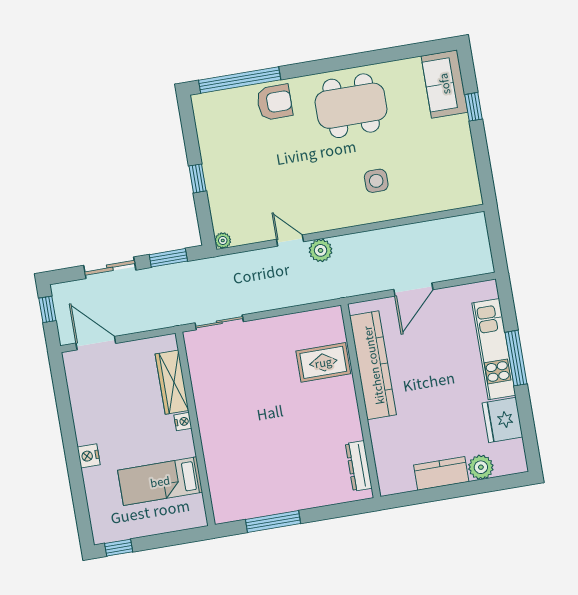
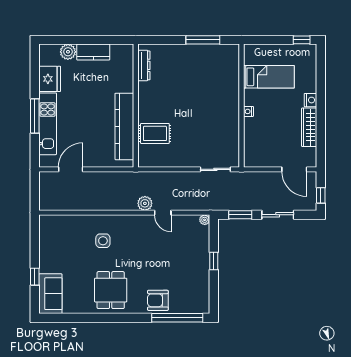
dining table: (351, 106) -> (111, 290), width x0.73
door: (413, 289) -> (71, 169), moved
wardrobe: (172, 382) -> (309, 127), moved, turned 180

